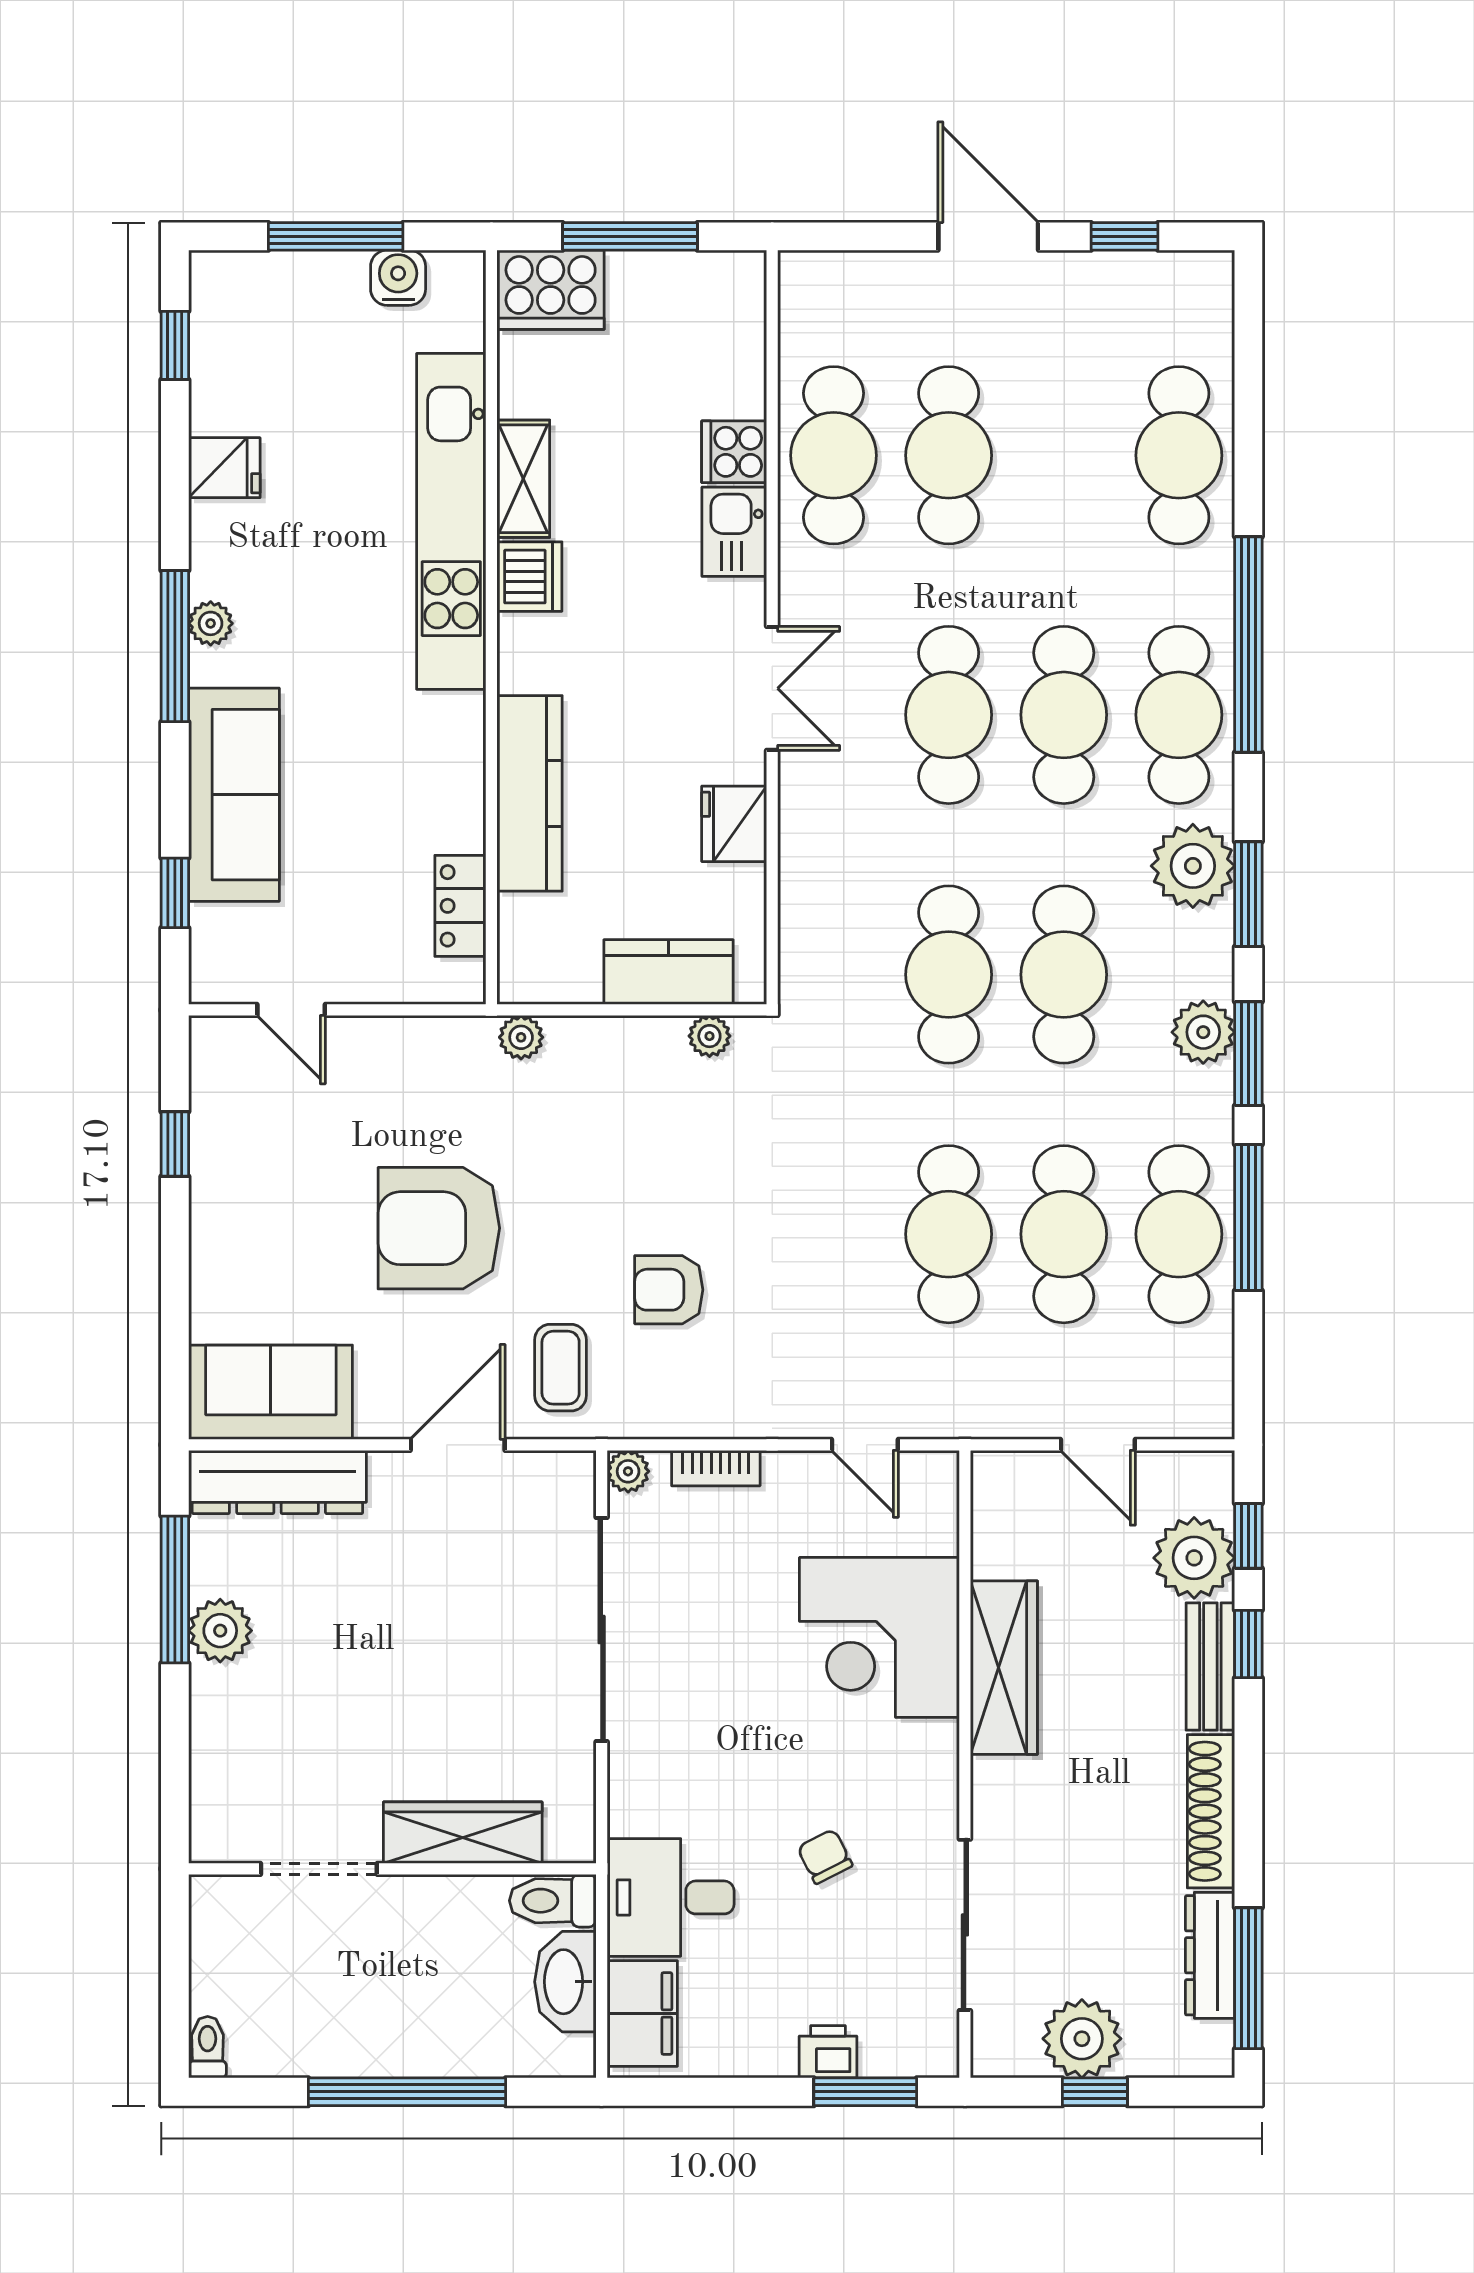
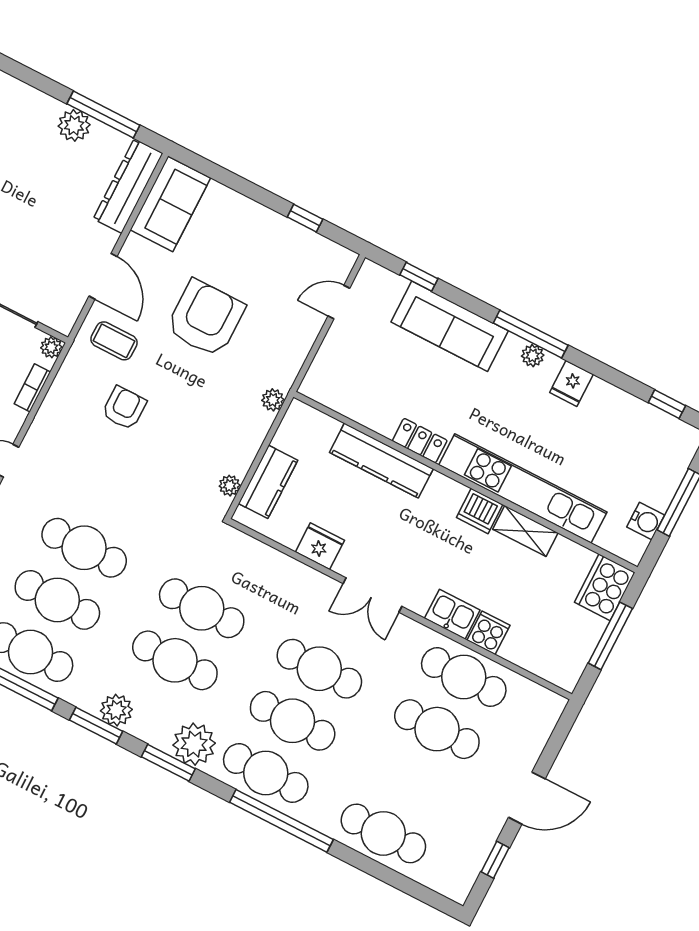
fridge: (224, 468) -> (571, 383), moved
locker: (460, 906) -> (420, 441), moved

